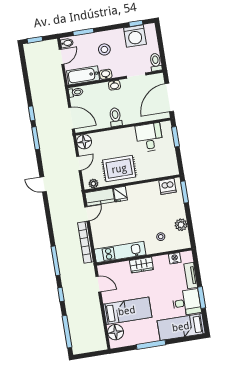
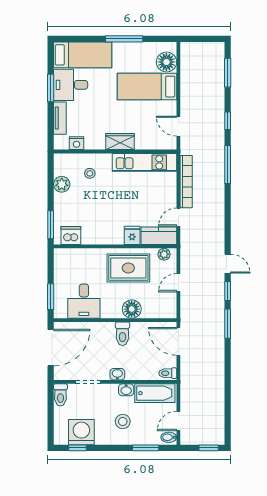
window: (32, 113) -> (228, 291), moved
floor lamp: (84, 142) -> (132, 309), moved
window: (67, 332) -> (228, 73), width x0.69

